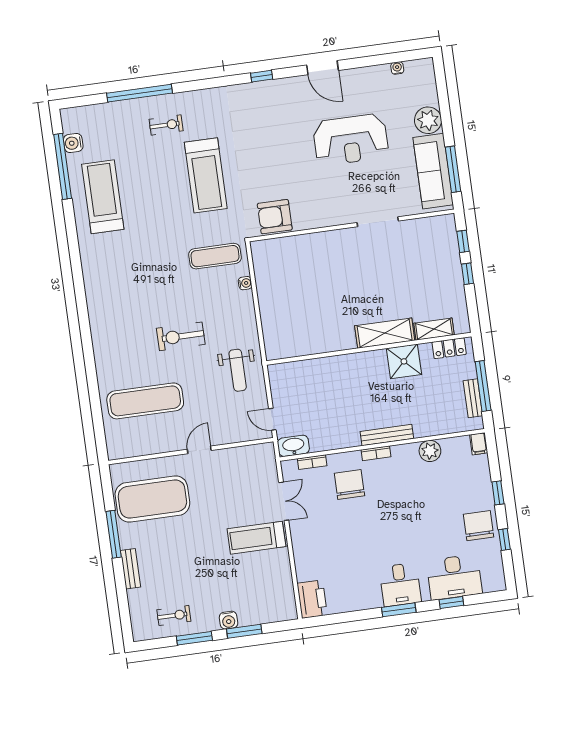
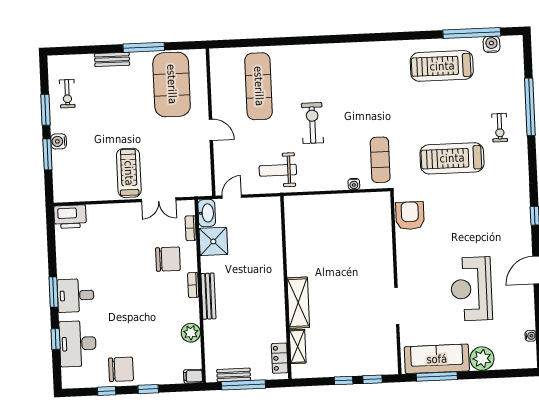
treadmill: (103, 197) -> (442, 66), turned 180
shower: (404, 361) -> (213, 241), moved

